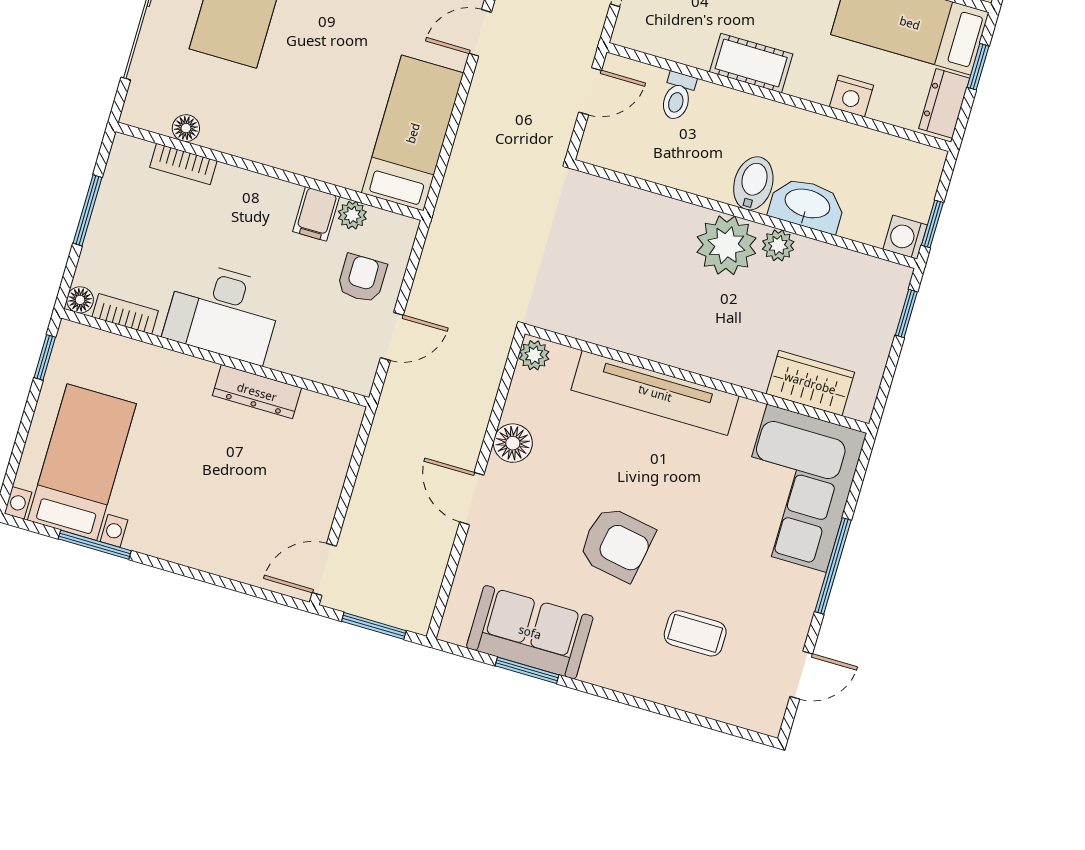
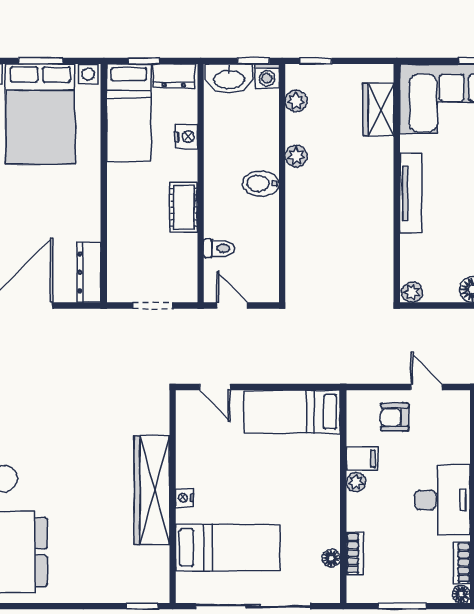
washbasin: (807, 205) -> (229, 79), moved, turned -90
plant: (352, 215) -> (356, 482), moved
plant: (726, 245) -> (296, 101), moved, width x0.53, depth x0.53
tv unit: (655, 393) -> (411, 193), width x0.73, depth x0.78

